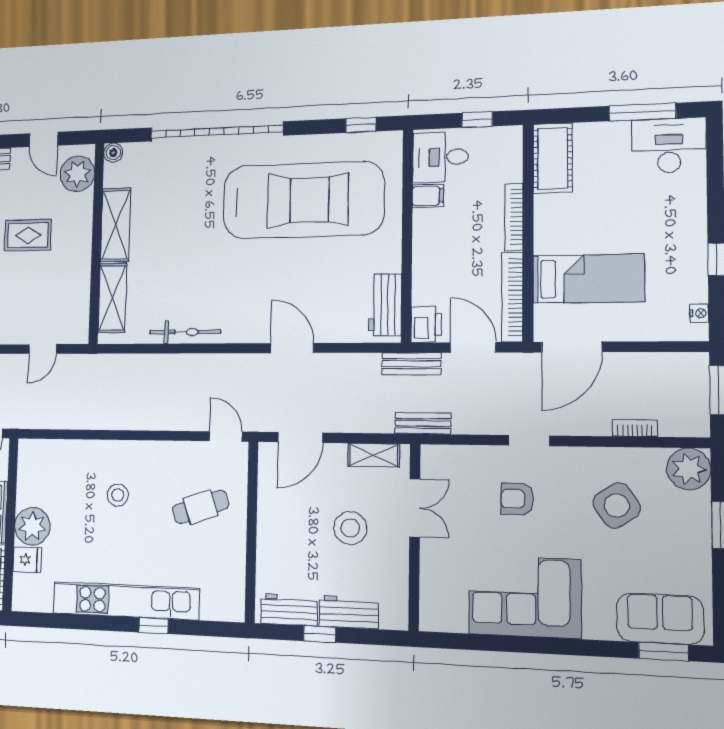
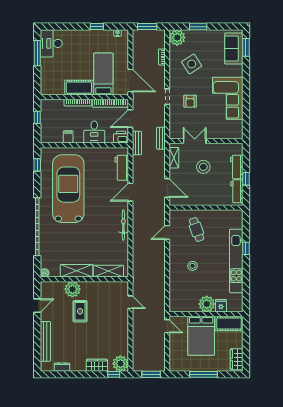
desk: (440, 157) -> (94, 132), moved
cot: (553, 158) -> (79, 88), moved
plant: (77, 174) -> (72, 289), moved
workbench: (385, 305) -> (122, 168), moved, turned 90
bicycle: (185, 332) -> (123, 225), moved
door: (226, 436) -> (167, 232), moved

